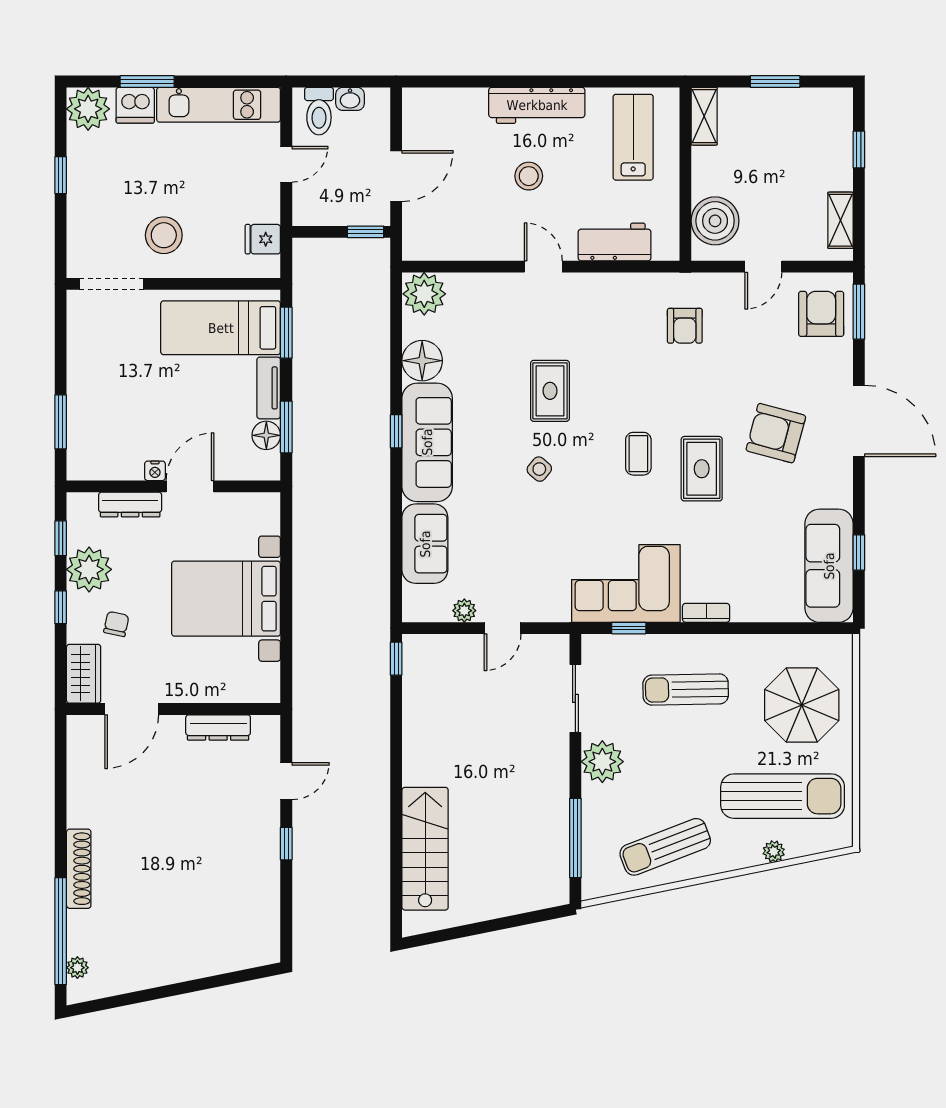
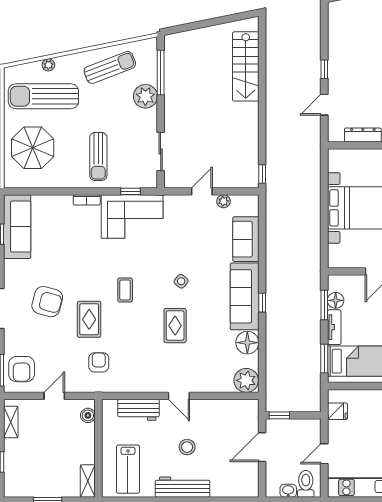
boiler: (715, 221) -> (88, 415), width x0.54, depth x0.54
rug: (702, 469) -> (89, 319), moved
sun lounger: (686, 689) -> (98, 157), turned 91
plant: (602, 762) -> (145, 96), moved

